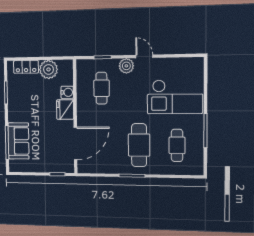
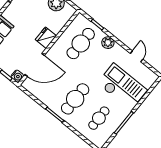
door: (144, 56) -> (137, 56), moved
cafe table: (102, 88) -> (81, 44), width x1.37, depth x1.35
water cooler: (67, 92) -> (17, 76), moved
checkout: (175, 97) -> (122, 87), turned 180

